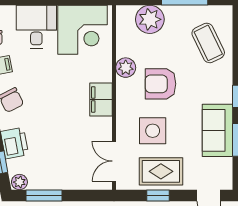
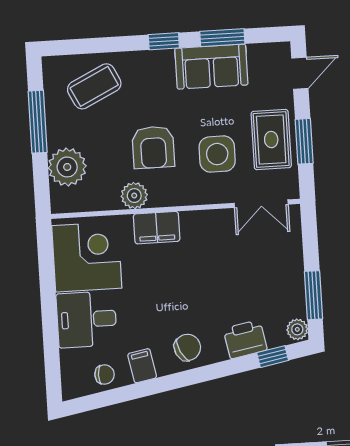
filing cabinet: (101, 99) -> (157, 228), moved
window: (158, 195) -> (304, 141), width x1.50

